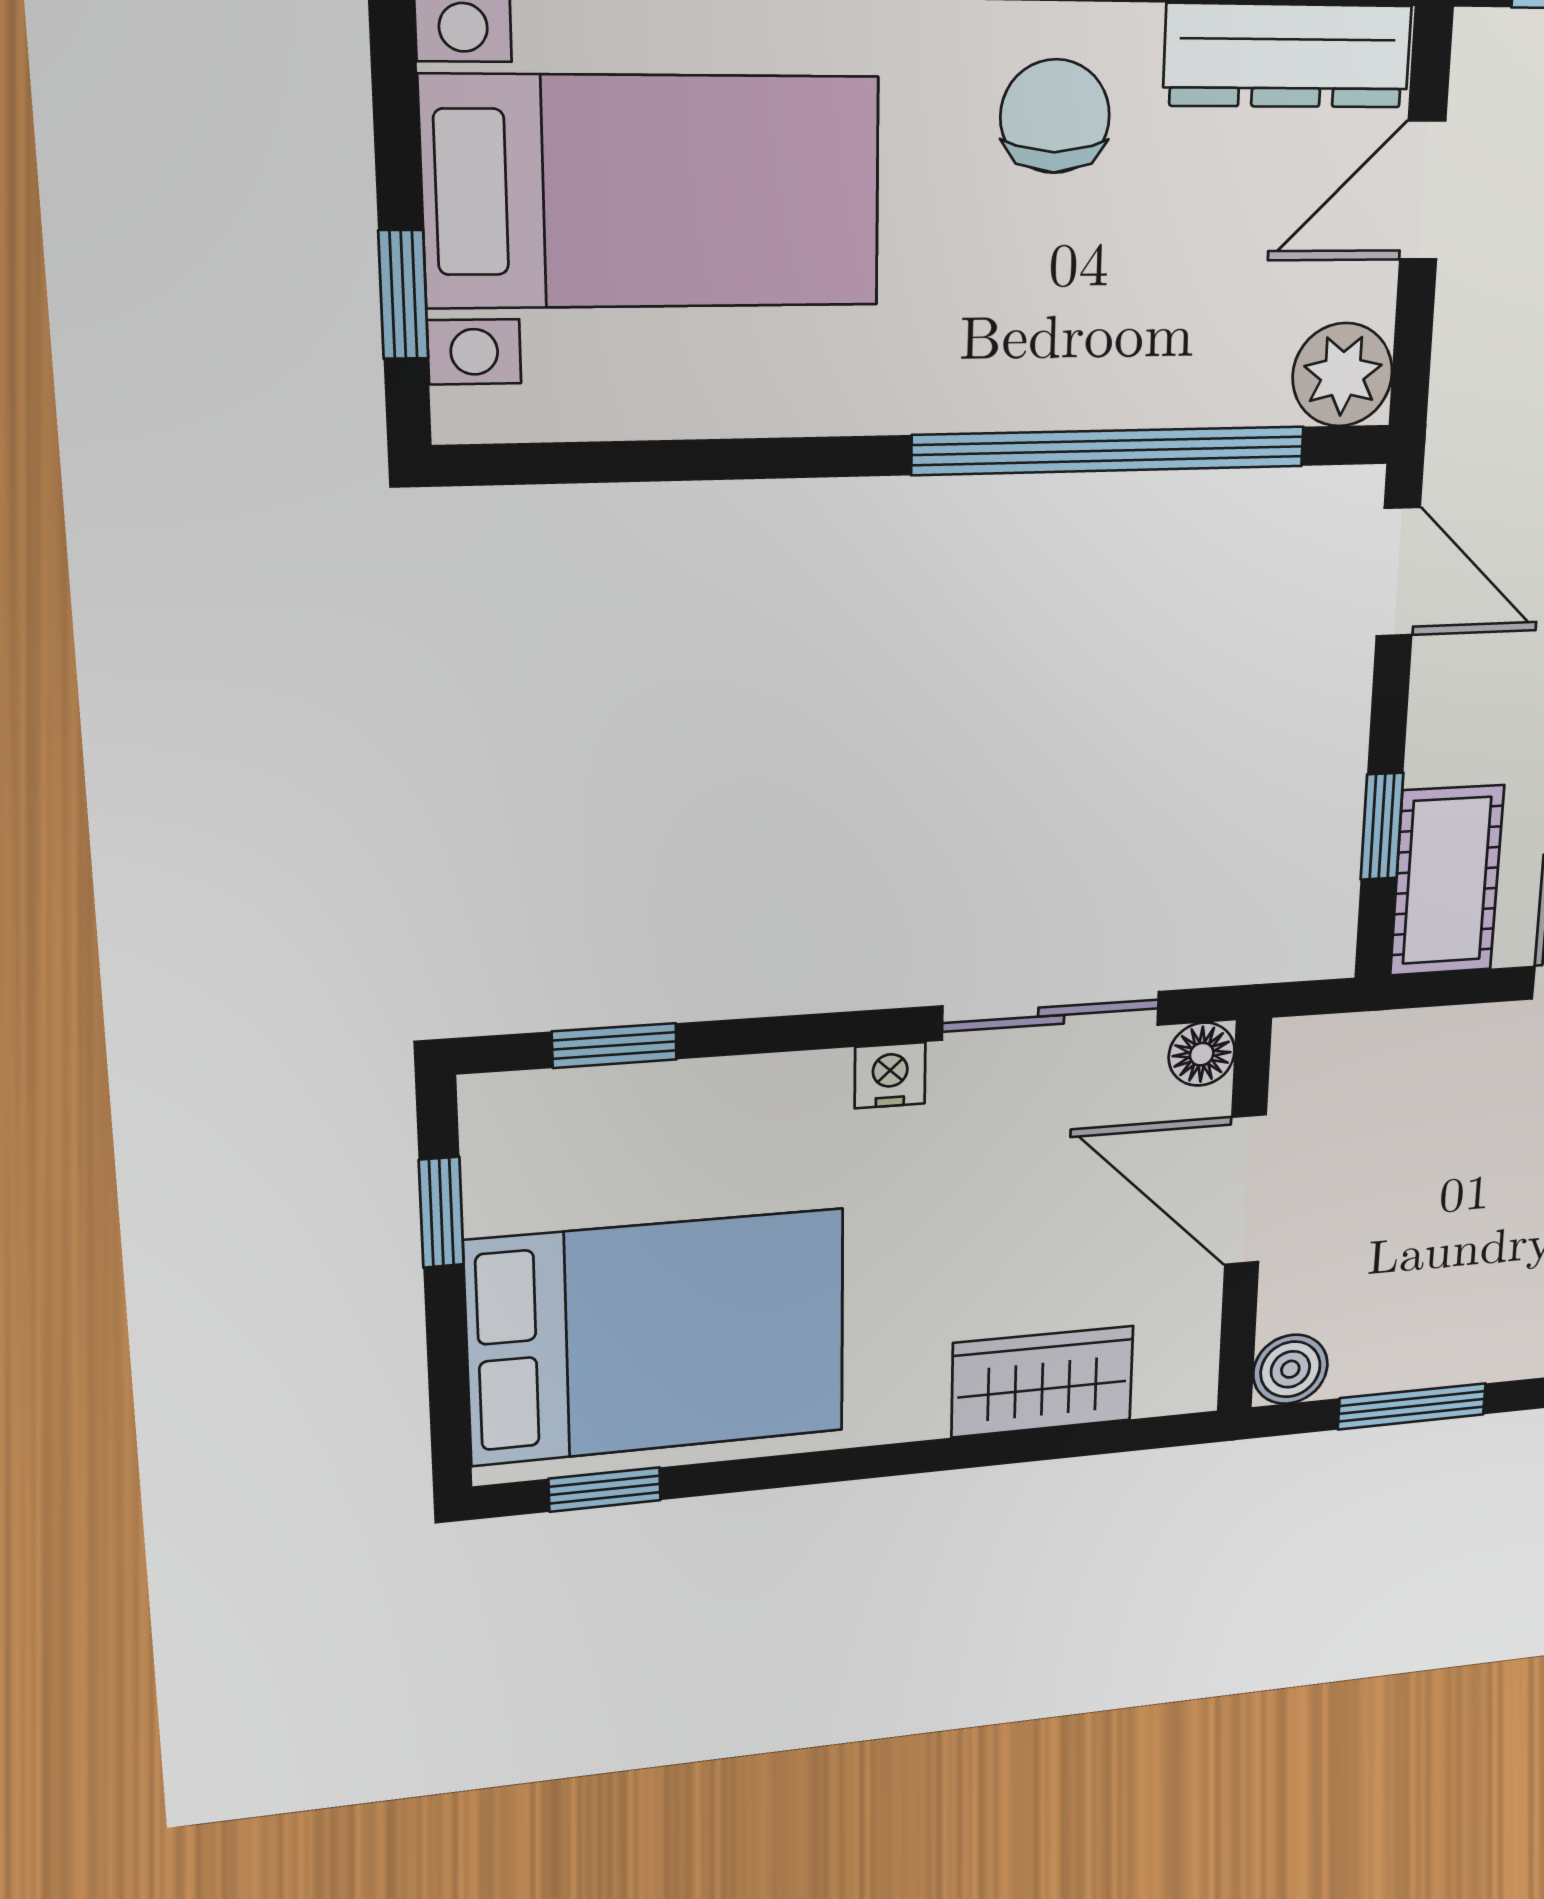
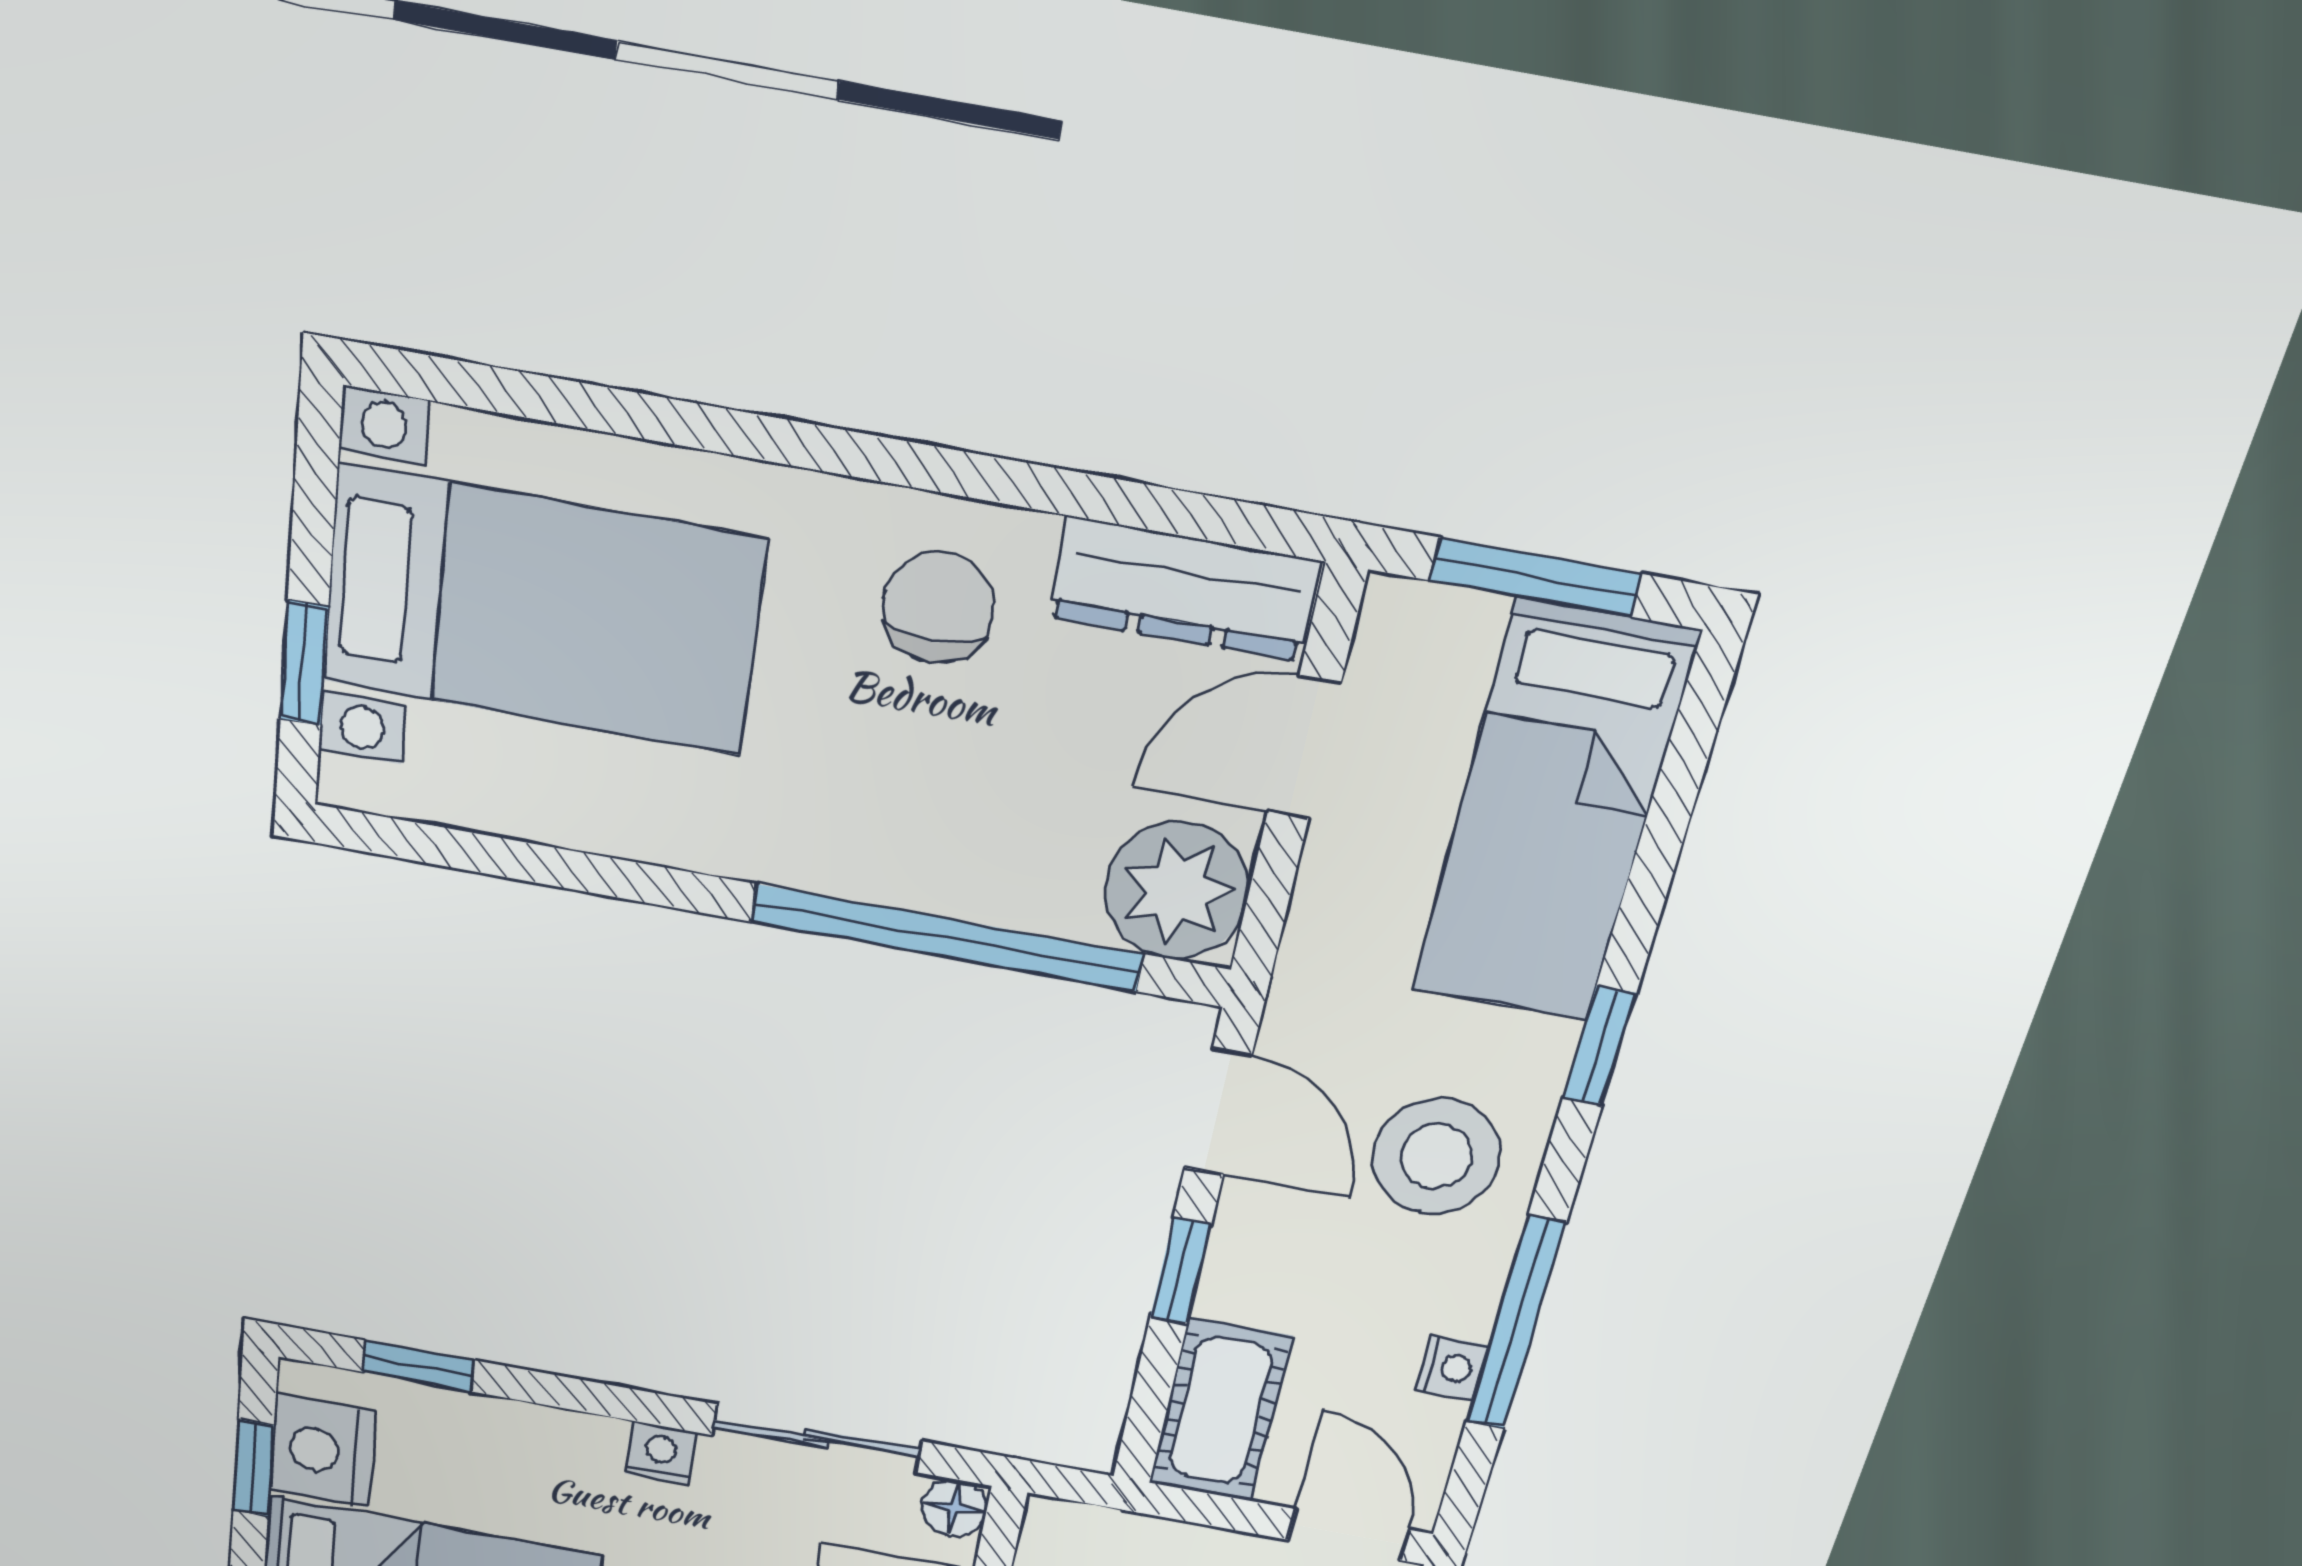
plant: (1342, 375) -> (1177, 891), width x1.36, depth x1.36
window: (1382, 826) -> (1181, 1271), moved
nightstand: (518, 1171) -> (322, 1451), added

